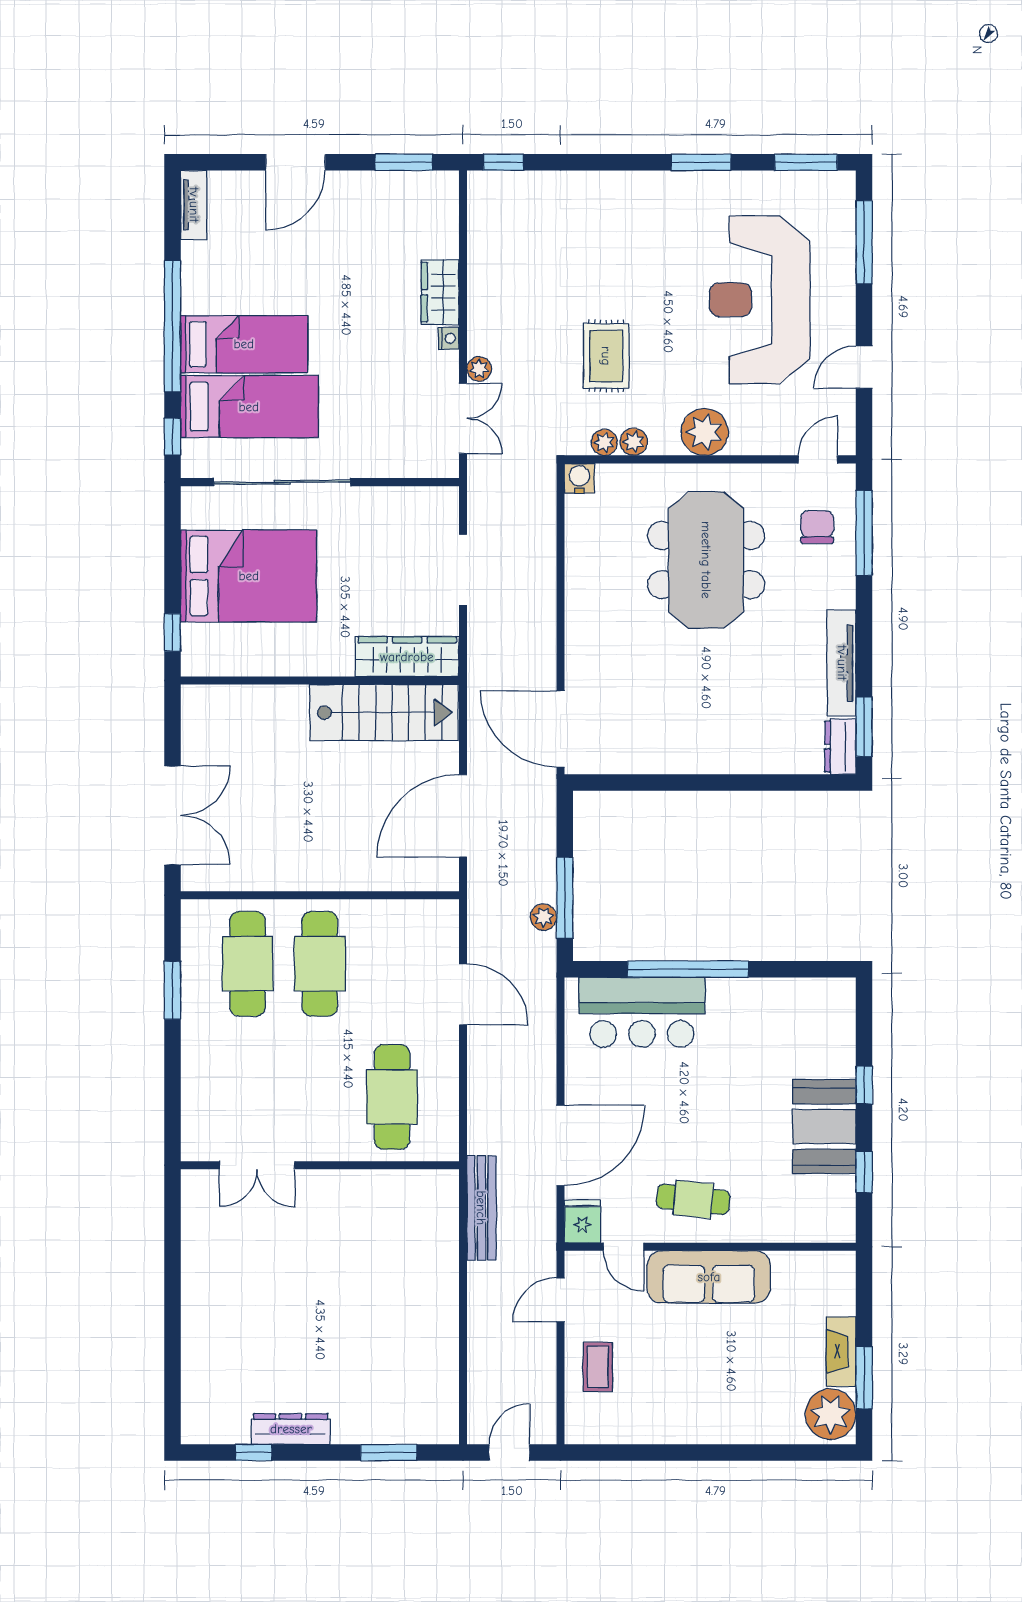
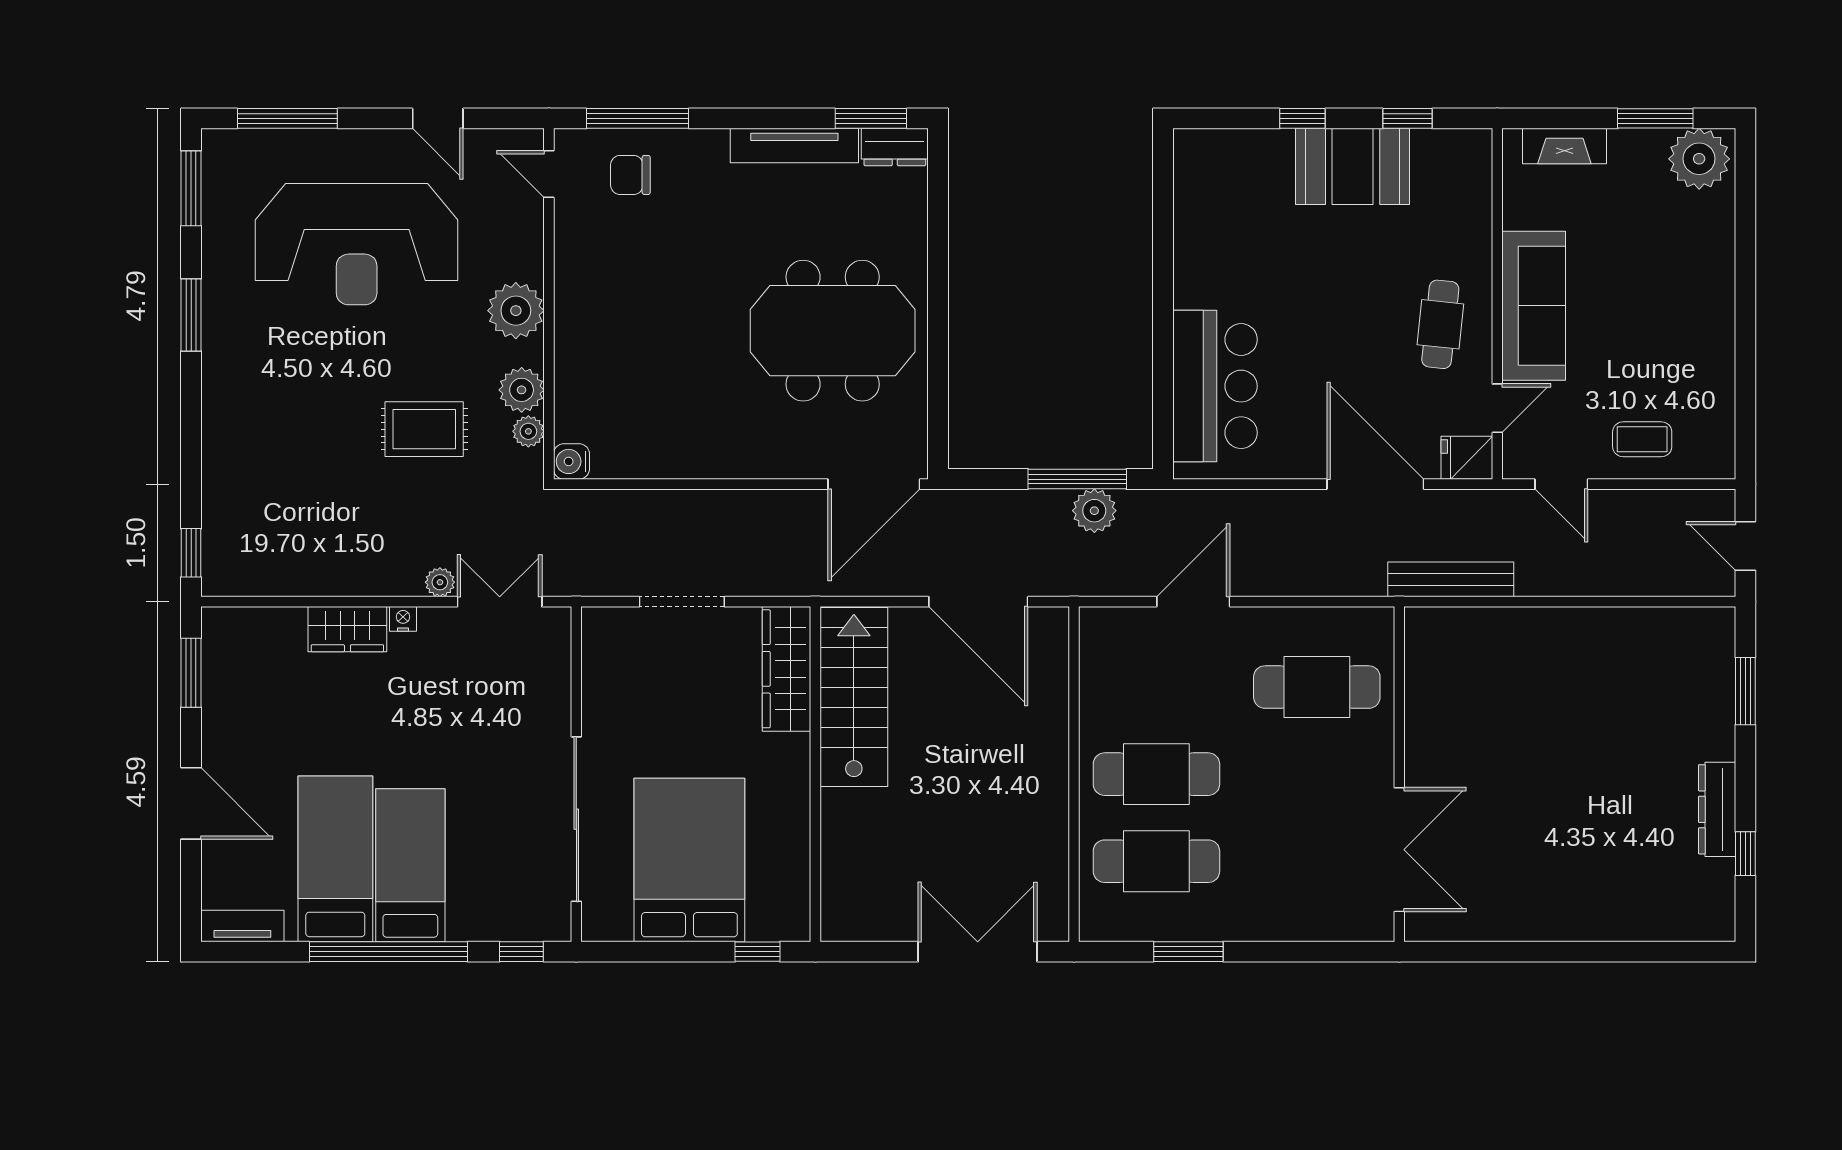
bed: (249, 407) -> (335, 859), moved
plant: (634, 442) -> (522, 390), width x1.38, depth x1.38
meeting table: (706, 560) -> (833, 331), moved
plant: (543, 917) -> (1094, 511), width x1.38, depth x1.38
window: (688, 969) -> (1163, 331), removed
double door: (257, 1165) -> (1399, 850), width x1.37
fireplace: (841, 1352) -> (1564, 146), moved

